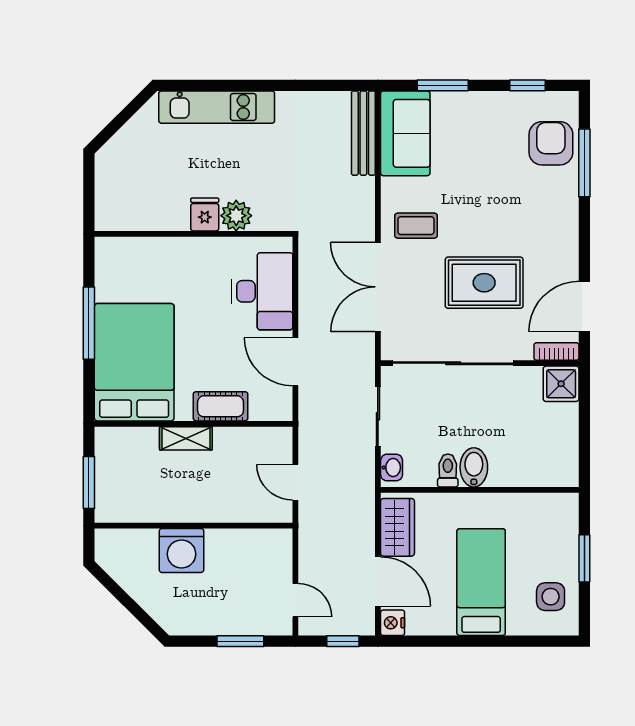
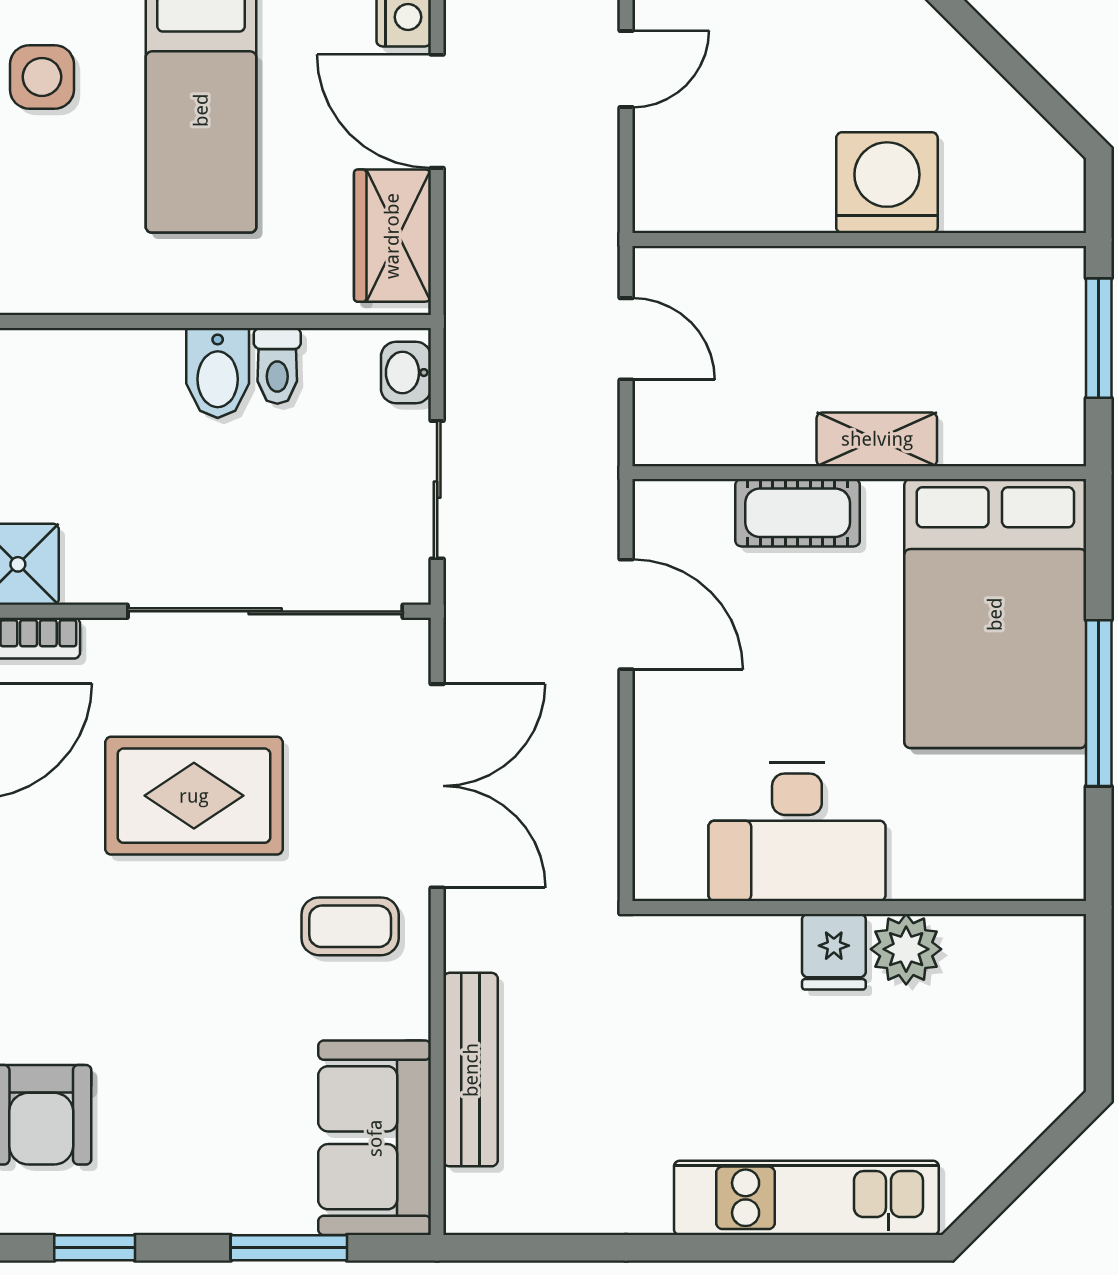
bench: (363, 133) -> (471, 1070), moved
plant: (236, 216) -> (906, 949), moved
desk: (262, 291) -> (797, 832), moved, turned -90
door: (295, 600) -> (626, 69), swing flipped

